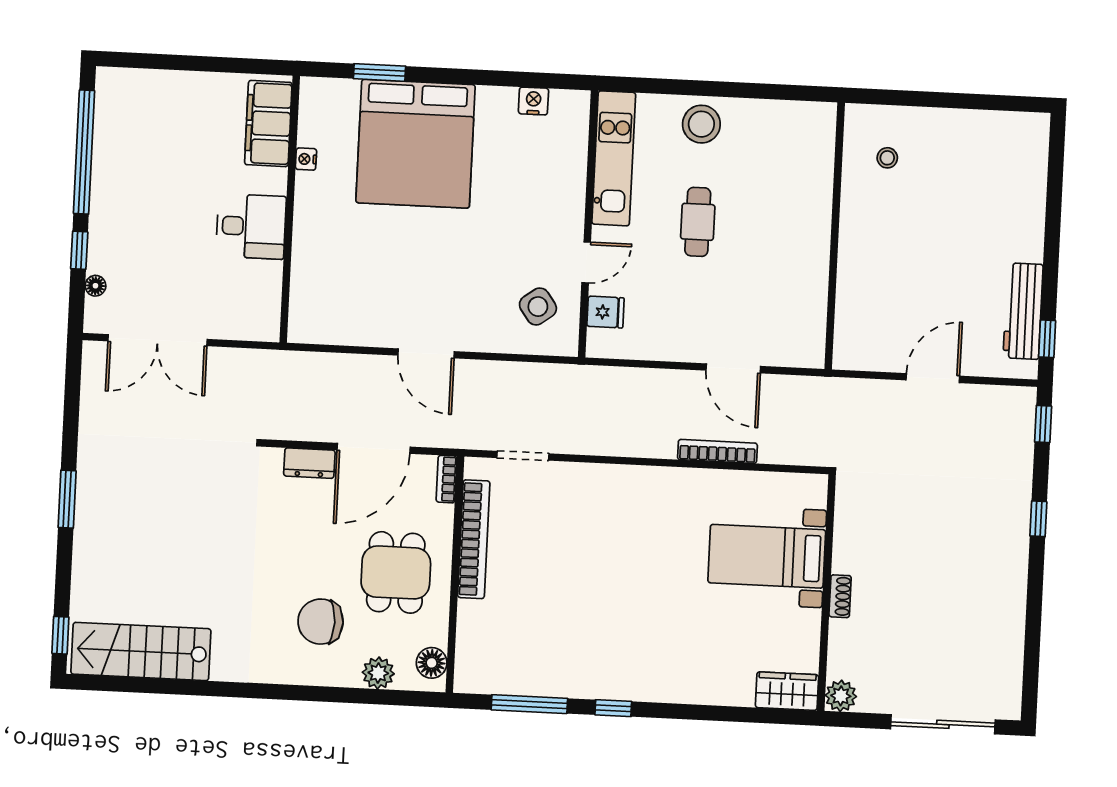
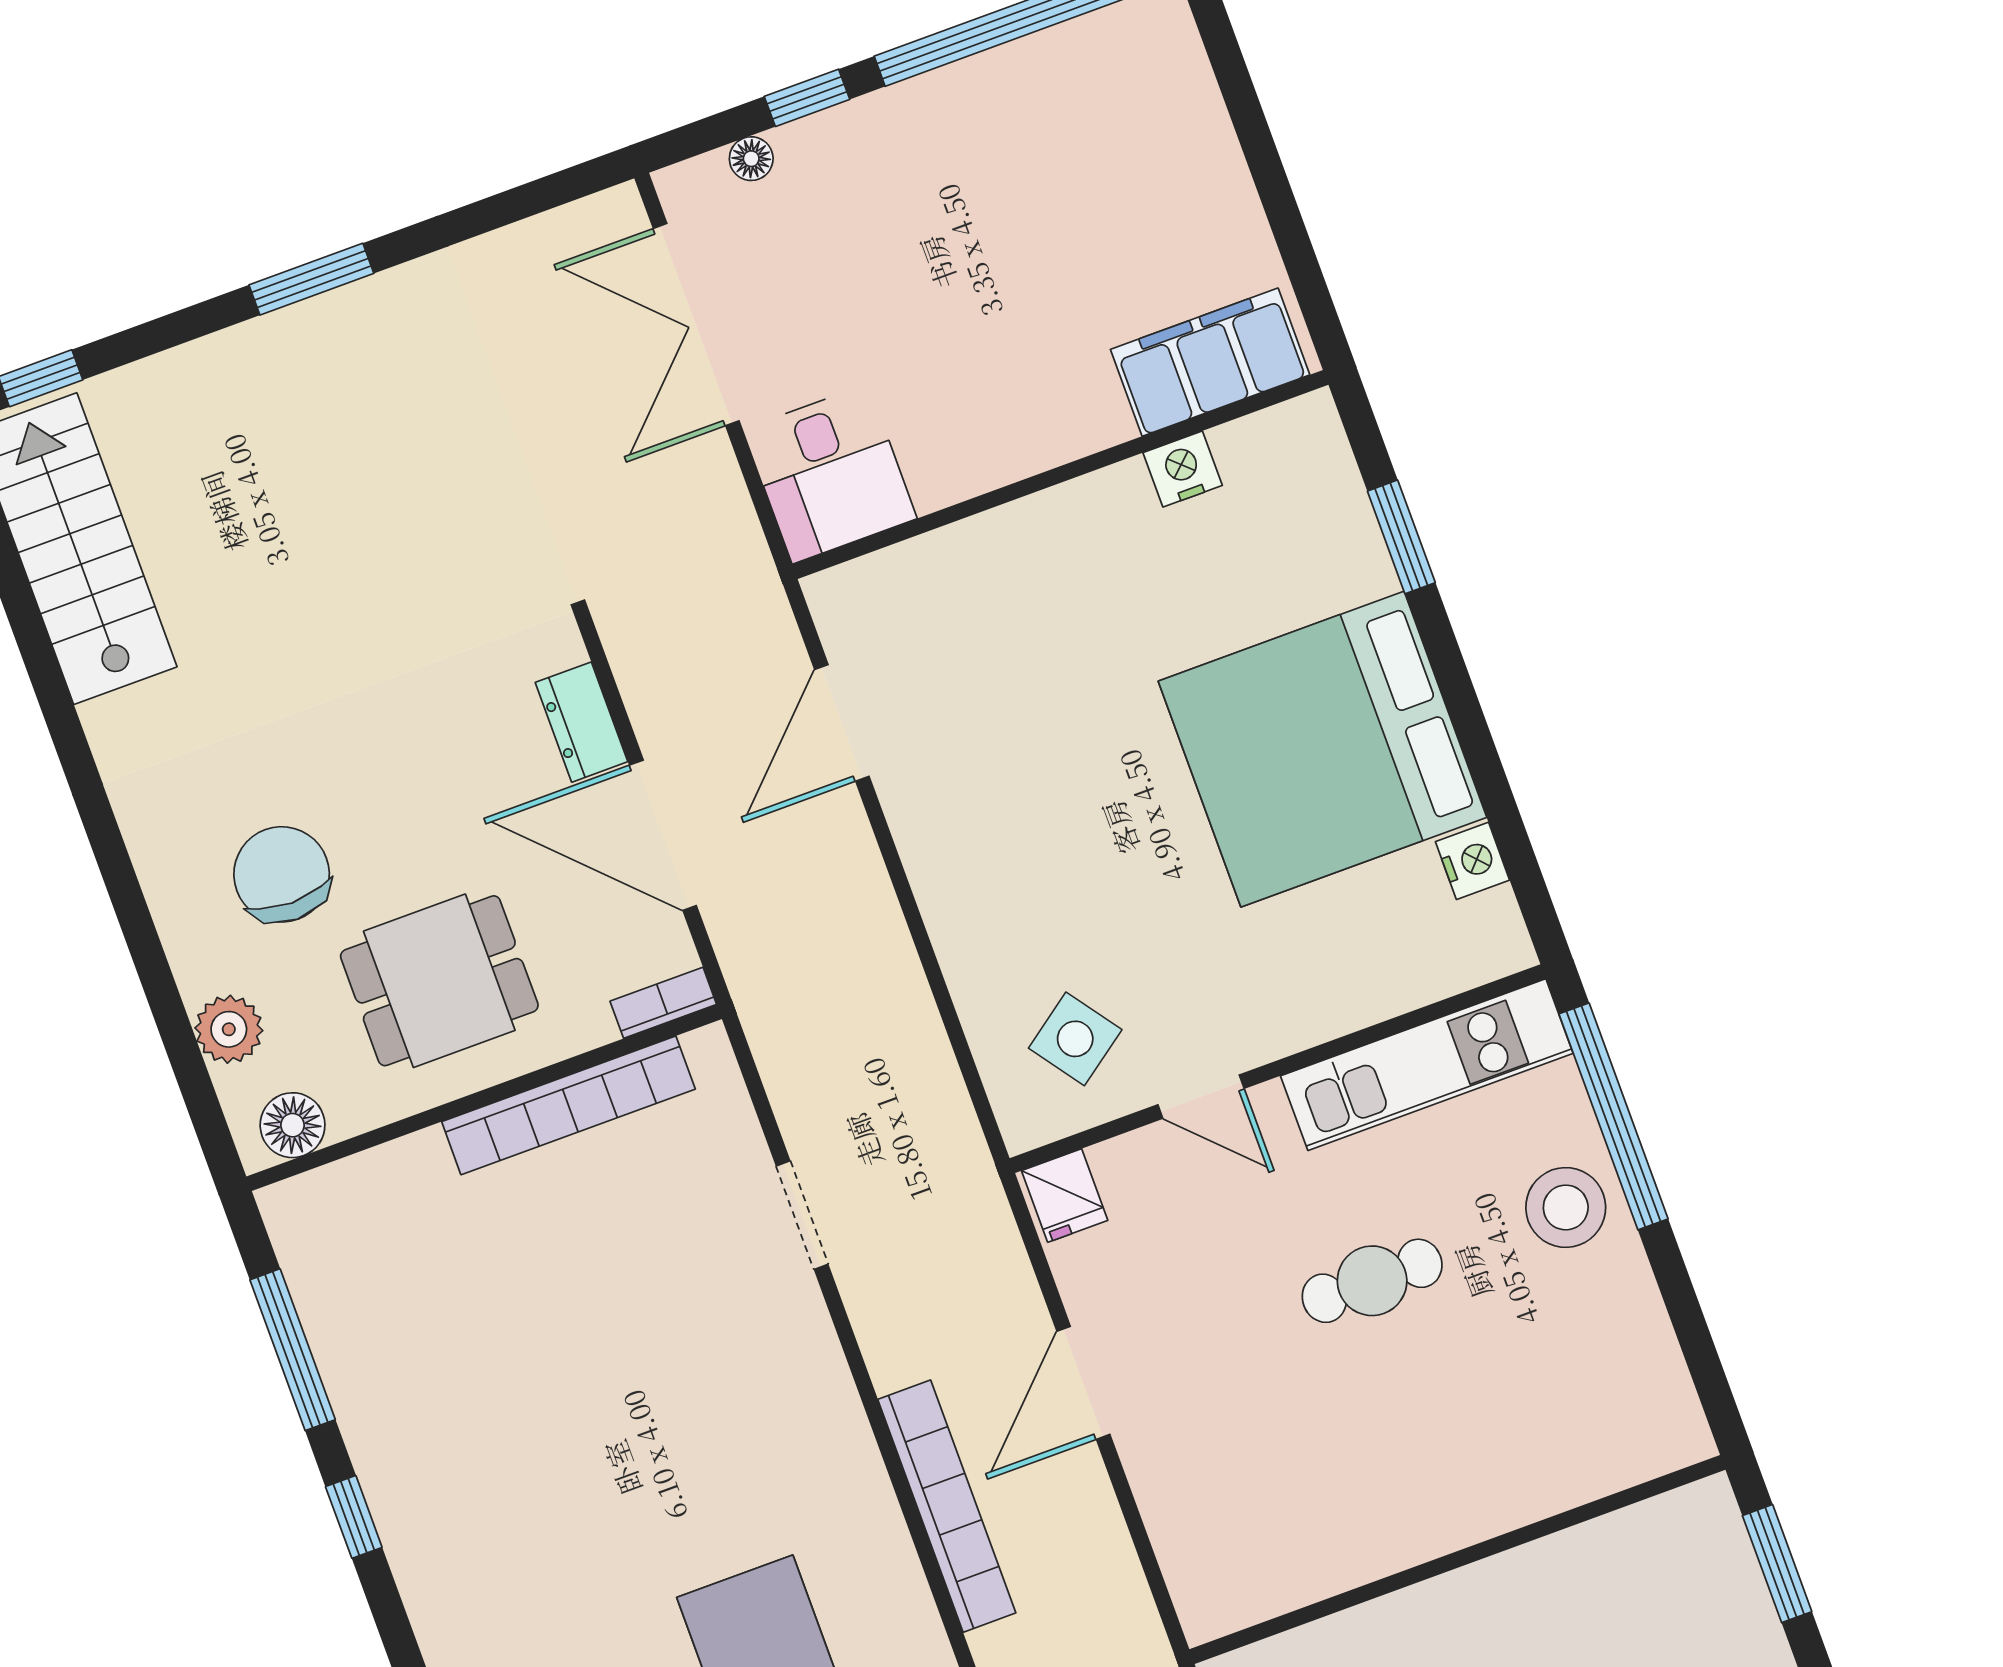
window: (671, 87) -> (1613, 1116), added
window: (895, 98) -> (1777, 1564), added
bed: (416, 144) -> (1322, 749), moved
stool: (887, 158) -> (1653, 1598), removed
nightstand: (306, 159) -> (1183, 469), width x1.39, depth x1.35
desk: (251, 226) -> (830, 474), moved
fridge: (605, 312) -> (1065, 1195), moved
door: (426, 353) -> (842, 723), moved
door: (733, 368) -> (1083, 1383), moved
bookcase: (717, 451) -> (947, 1506), width x1.48, depth x1.31
doorway: (523, 456) -> (802, 1215), moved

